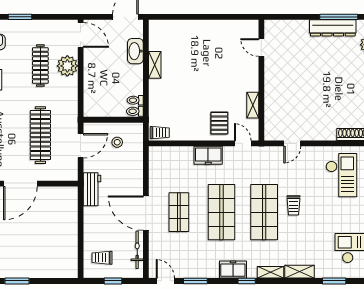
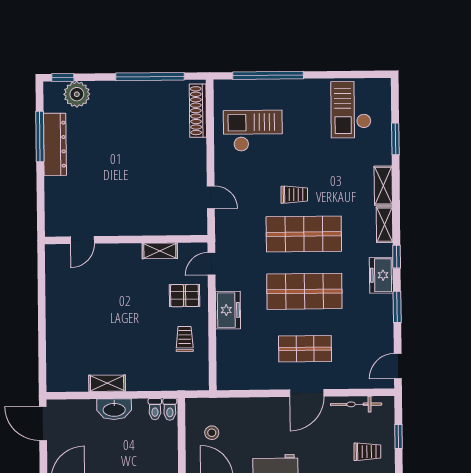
washbasin: (135, 51) -> (114, 409), moved
trolley: (160, 133) -> (185, 339), moved
door: (146, 213) -> (307, 393), width x0.73
trolley: (102, 258) -> (367, 452), turned -90
window: (195, 281) -> (397, 307), moved

